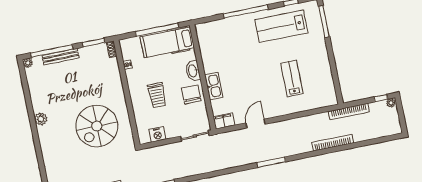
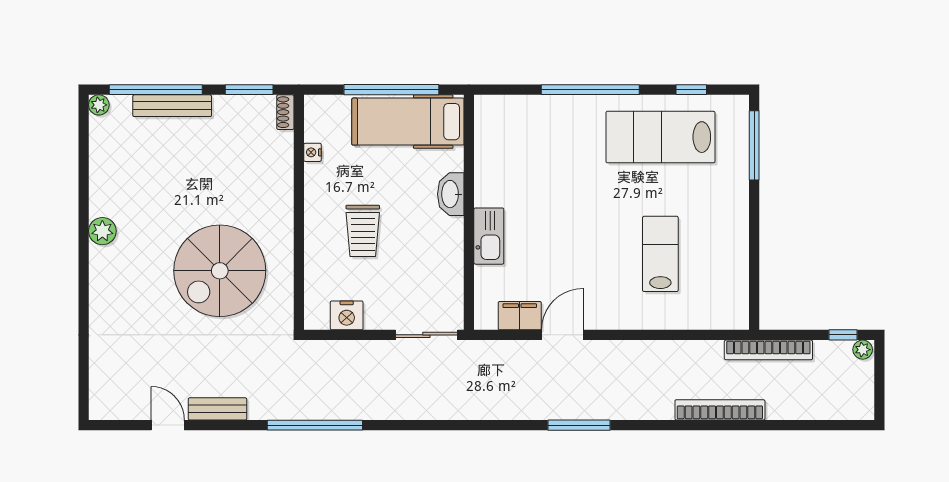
chair: (191, 94) -> (437, 244), removed
filing cabinet: (224, 121) -> (520, 316), moved

